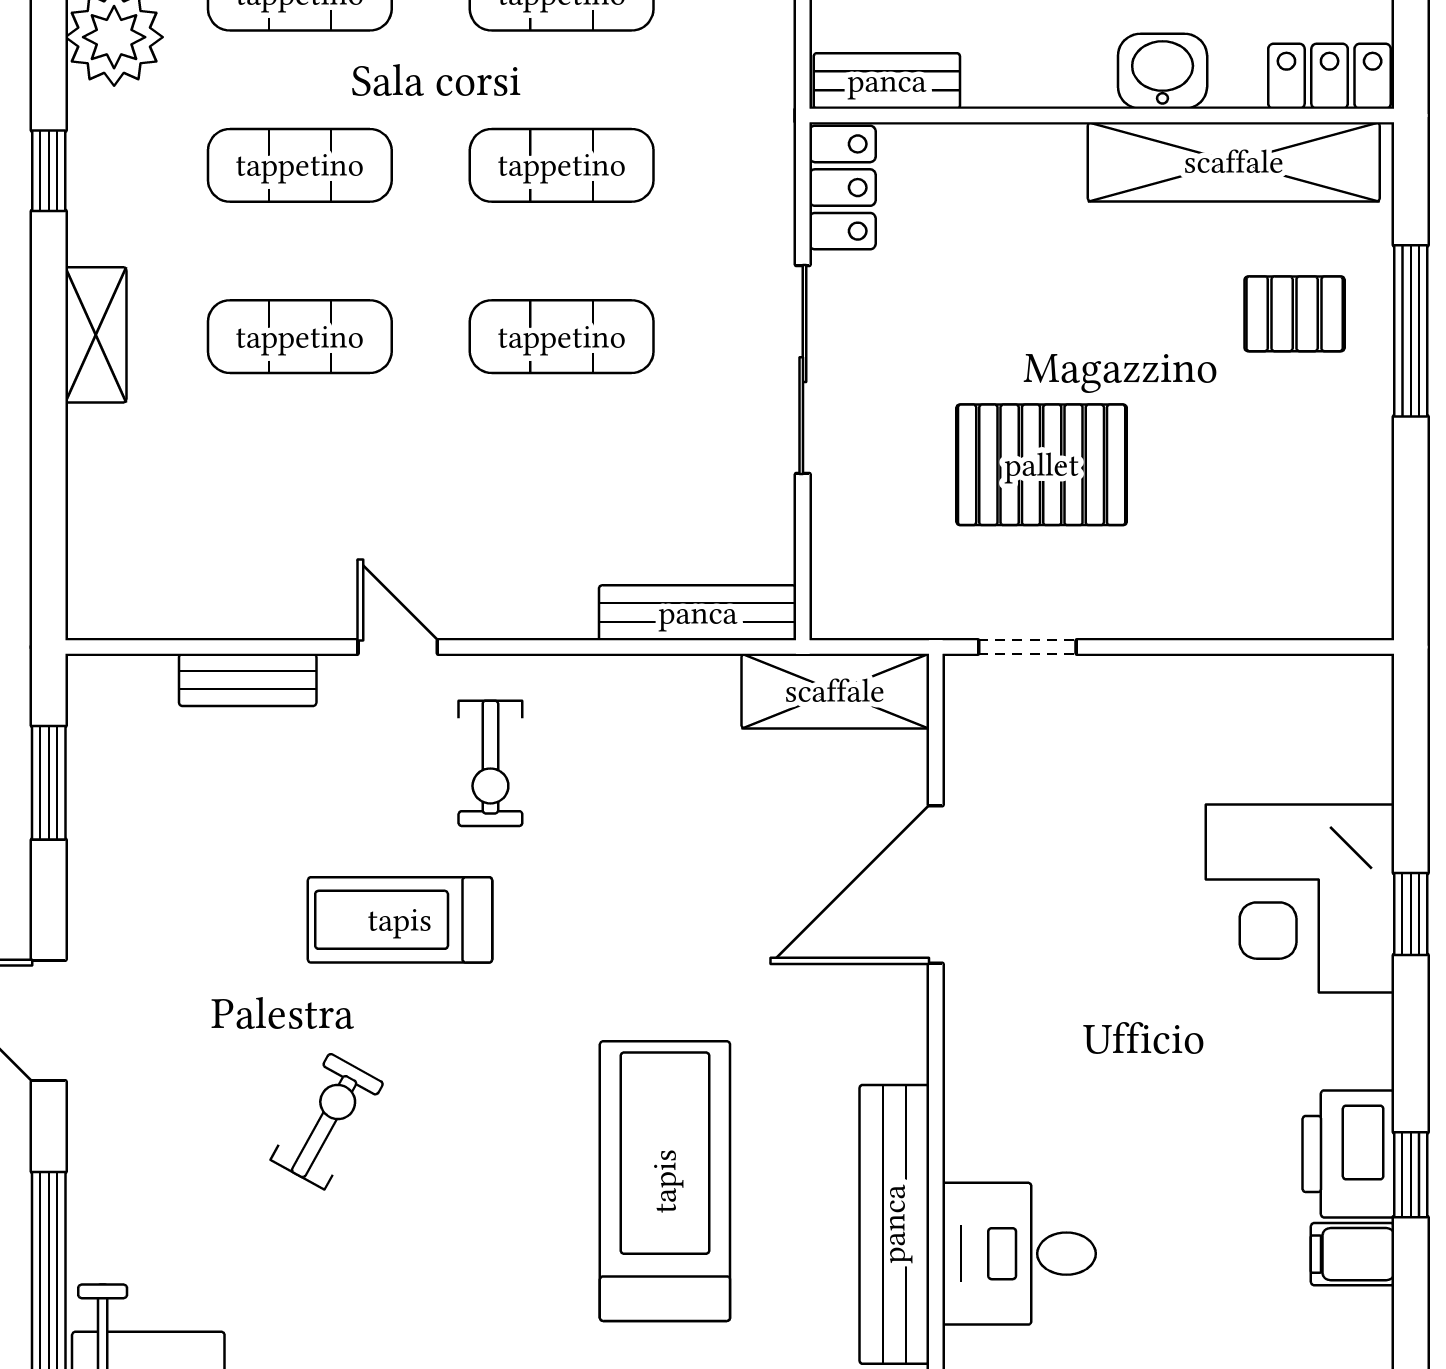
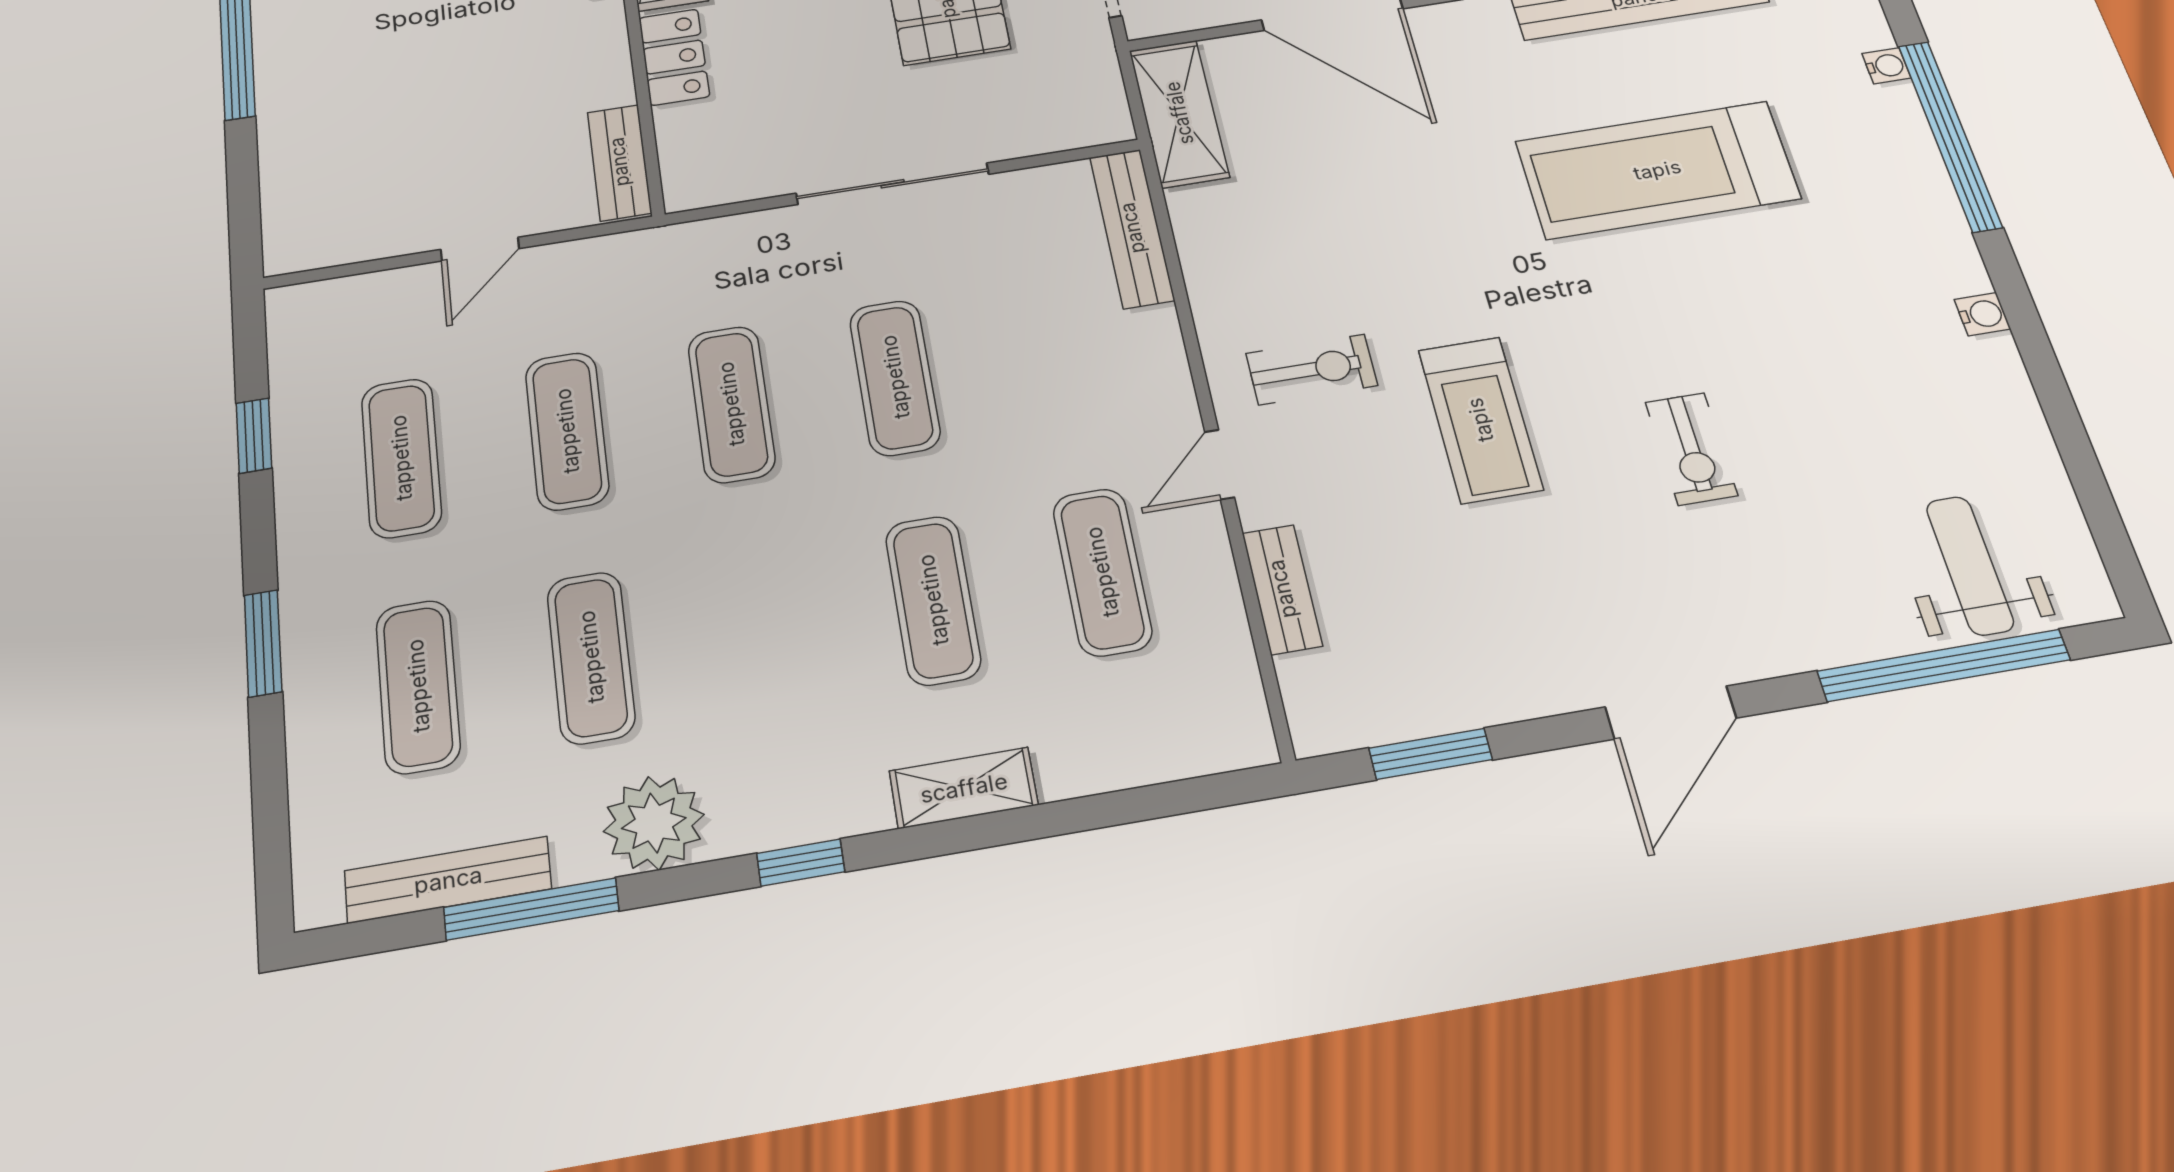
exercise mat: (300, 165) -> (1102, 572), moved
locker: (842, 188) -> (674, 57), moved, turned 90
exercise bike: (327, 1121) -> (1691, 449), turned -119

